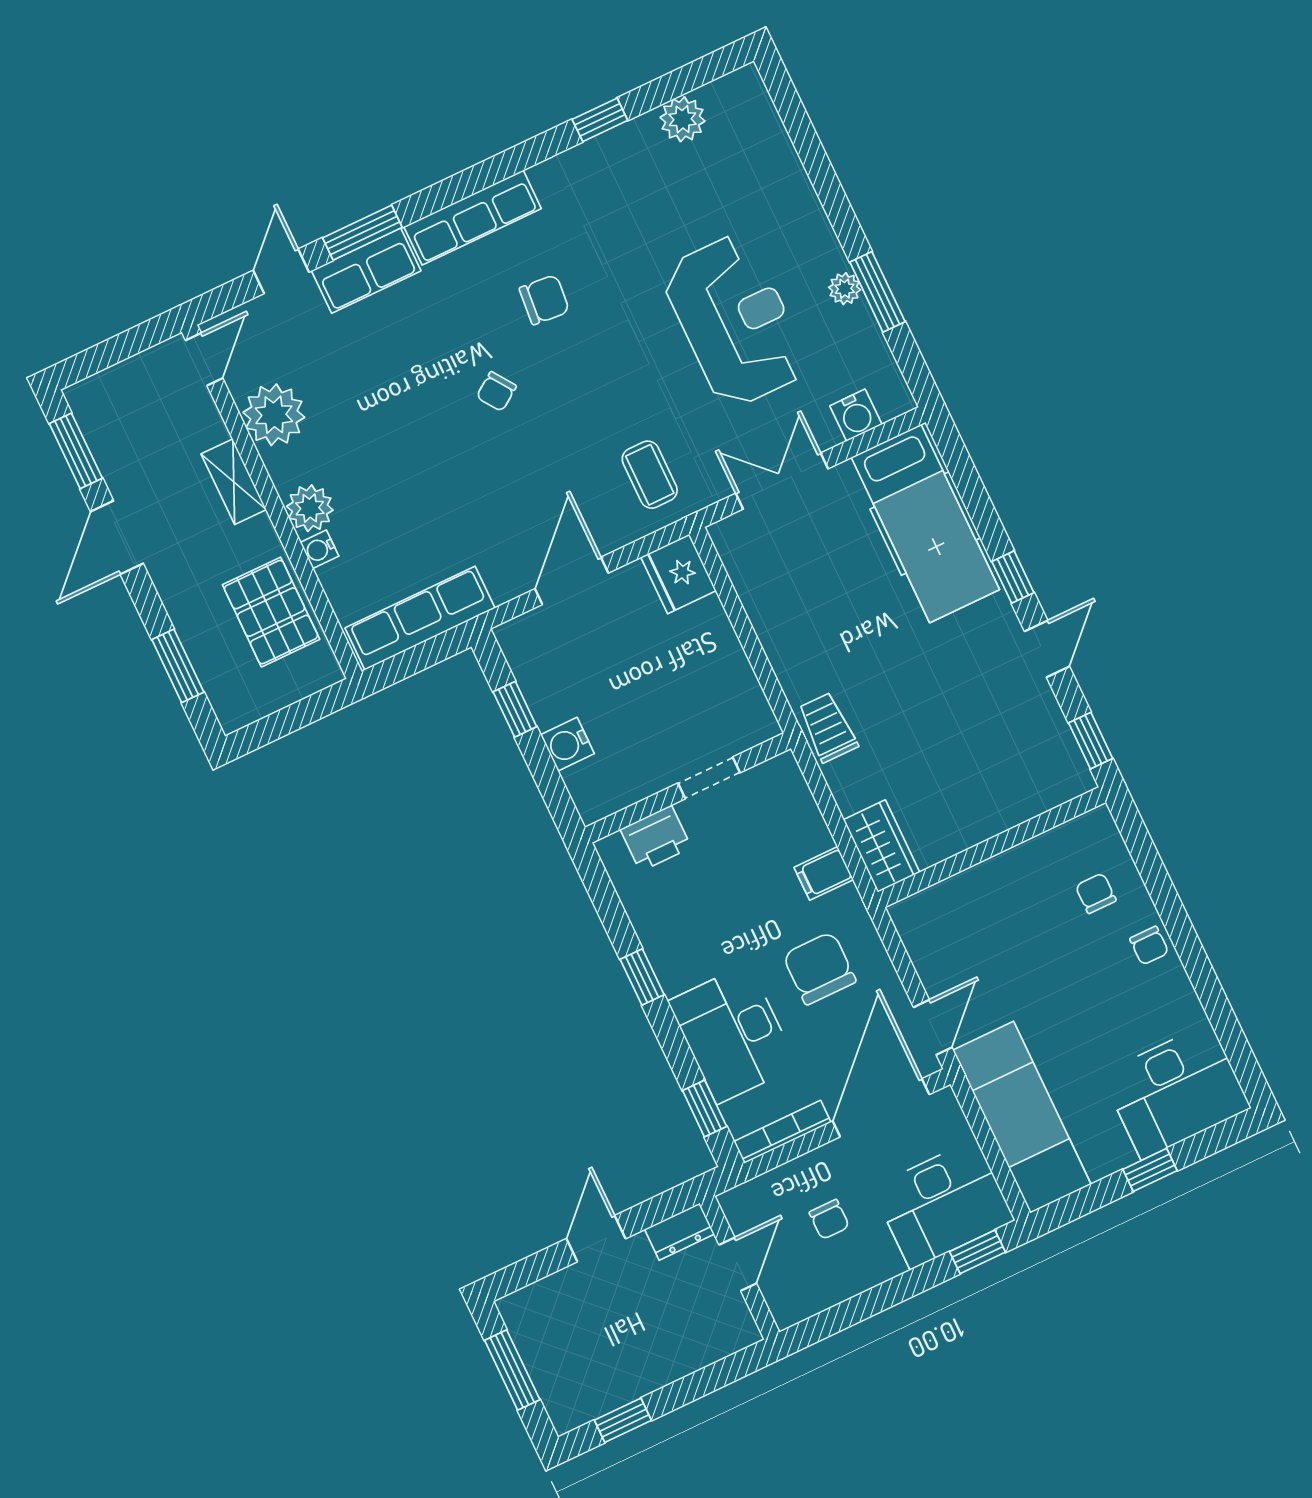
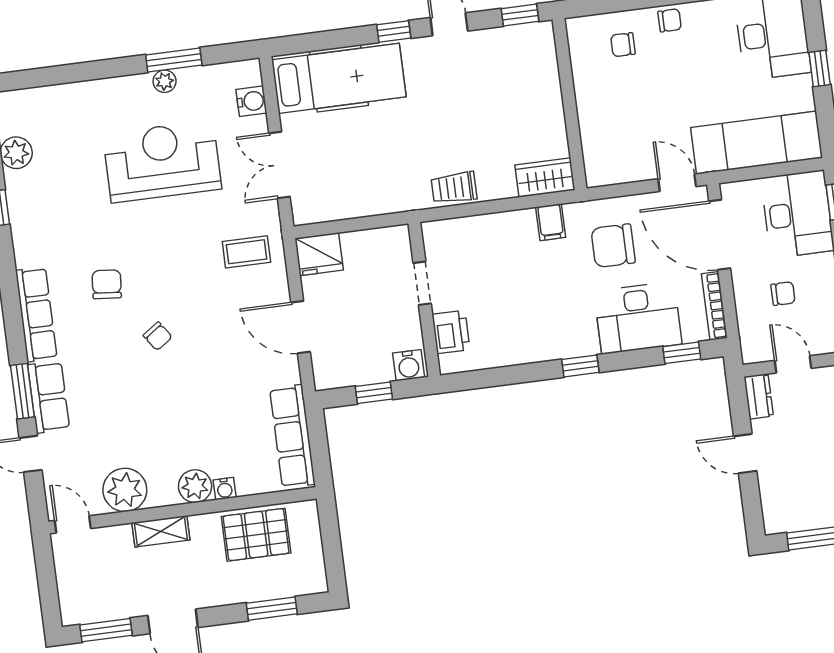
doorway: (709, 778) -> (422, 283), moved
wall: (688, 788) -> (424, 299), moved
printer: (656, 838) -> (451, 332), moved

